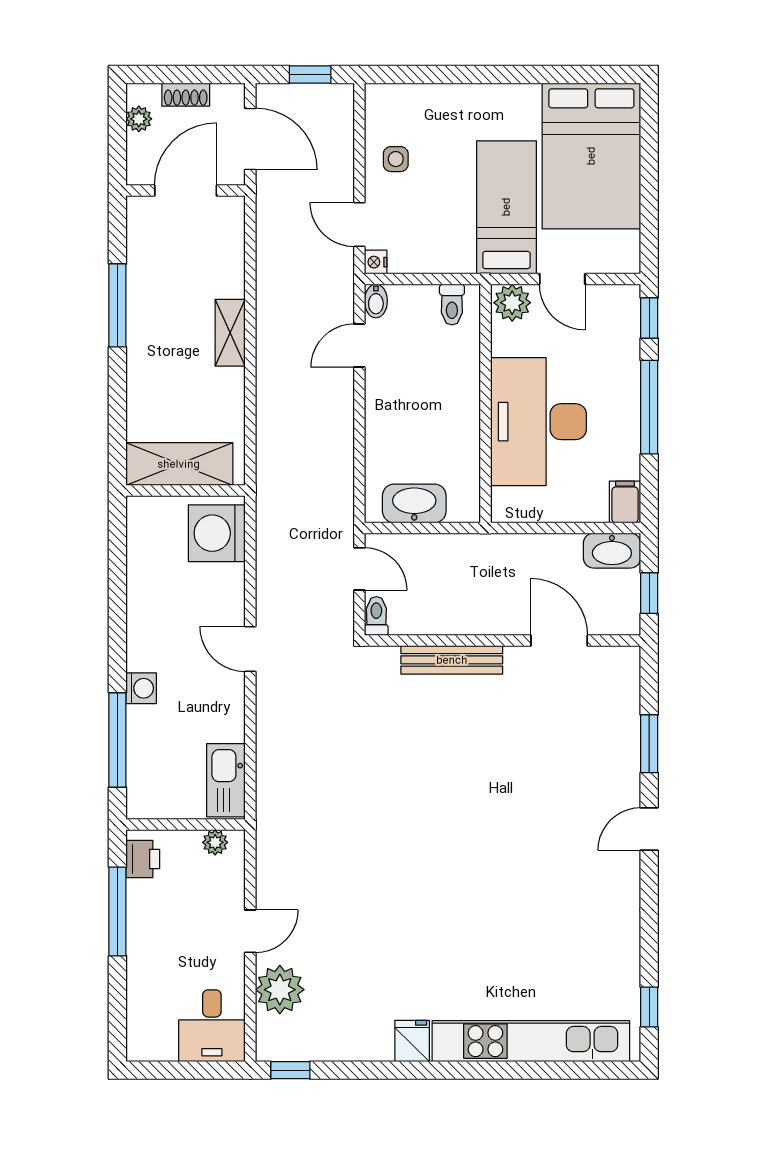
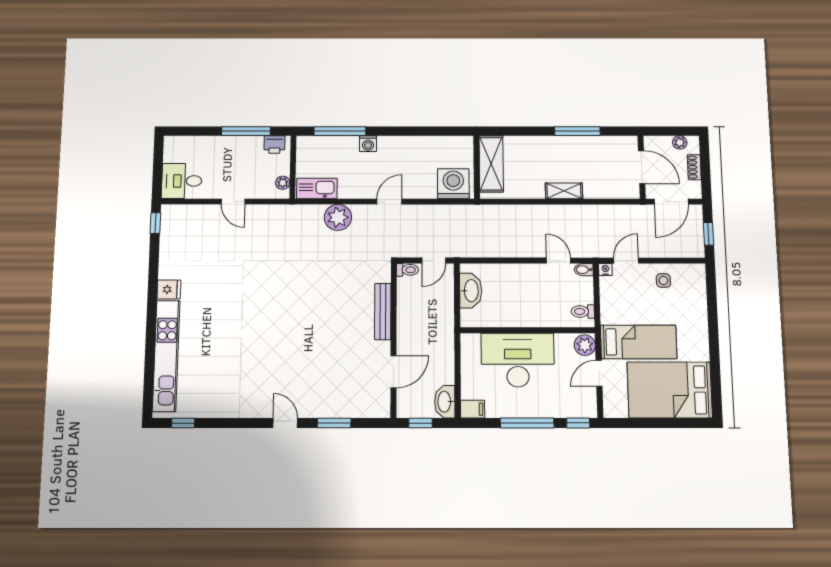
plant: (280, 990) -> (338, 217), moved

